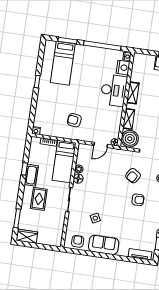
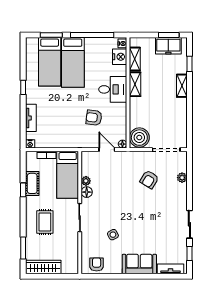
bed: (82, 67) -> (73, 62), added
desk: (114, 90) -> (113, 89), width x0.73
tv unit: (40, 109) -> (31, 118), added
shelving: (129, 119) -> (135, 59), moved
armchair: (74, 120) -> (94, 118), moved
door: (101, 145) -> (107, 150), swing flipped
cot: (31, 175) -> (32, 183), moved
armchair: (138, 200) -> (159, 206), removed
wardrobe: (27, 236) -> (43, 267), width x1.50
sofa: (104, 245) -> (139, 264), moved

